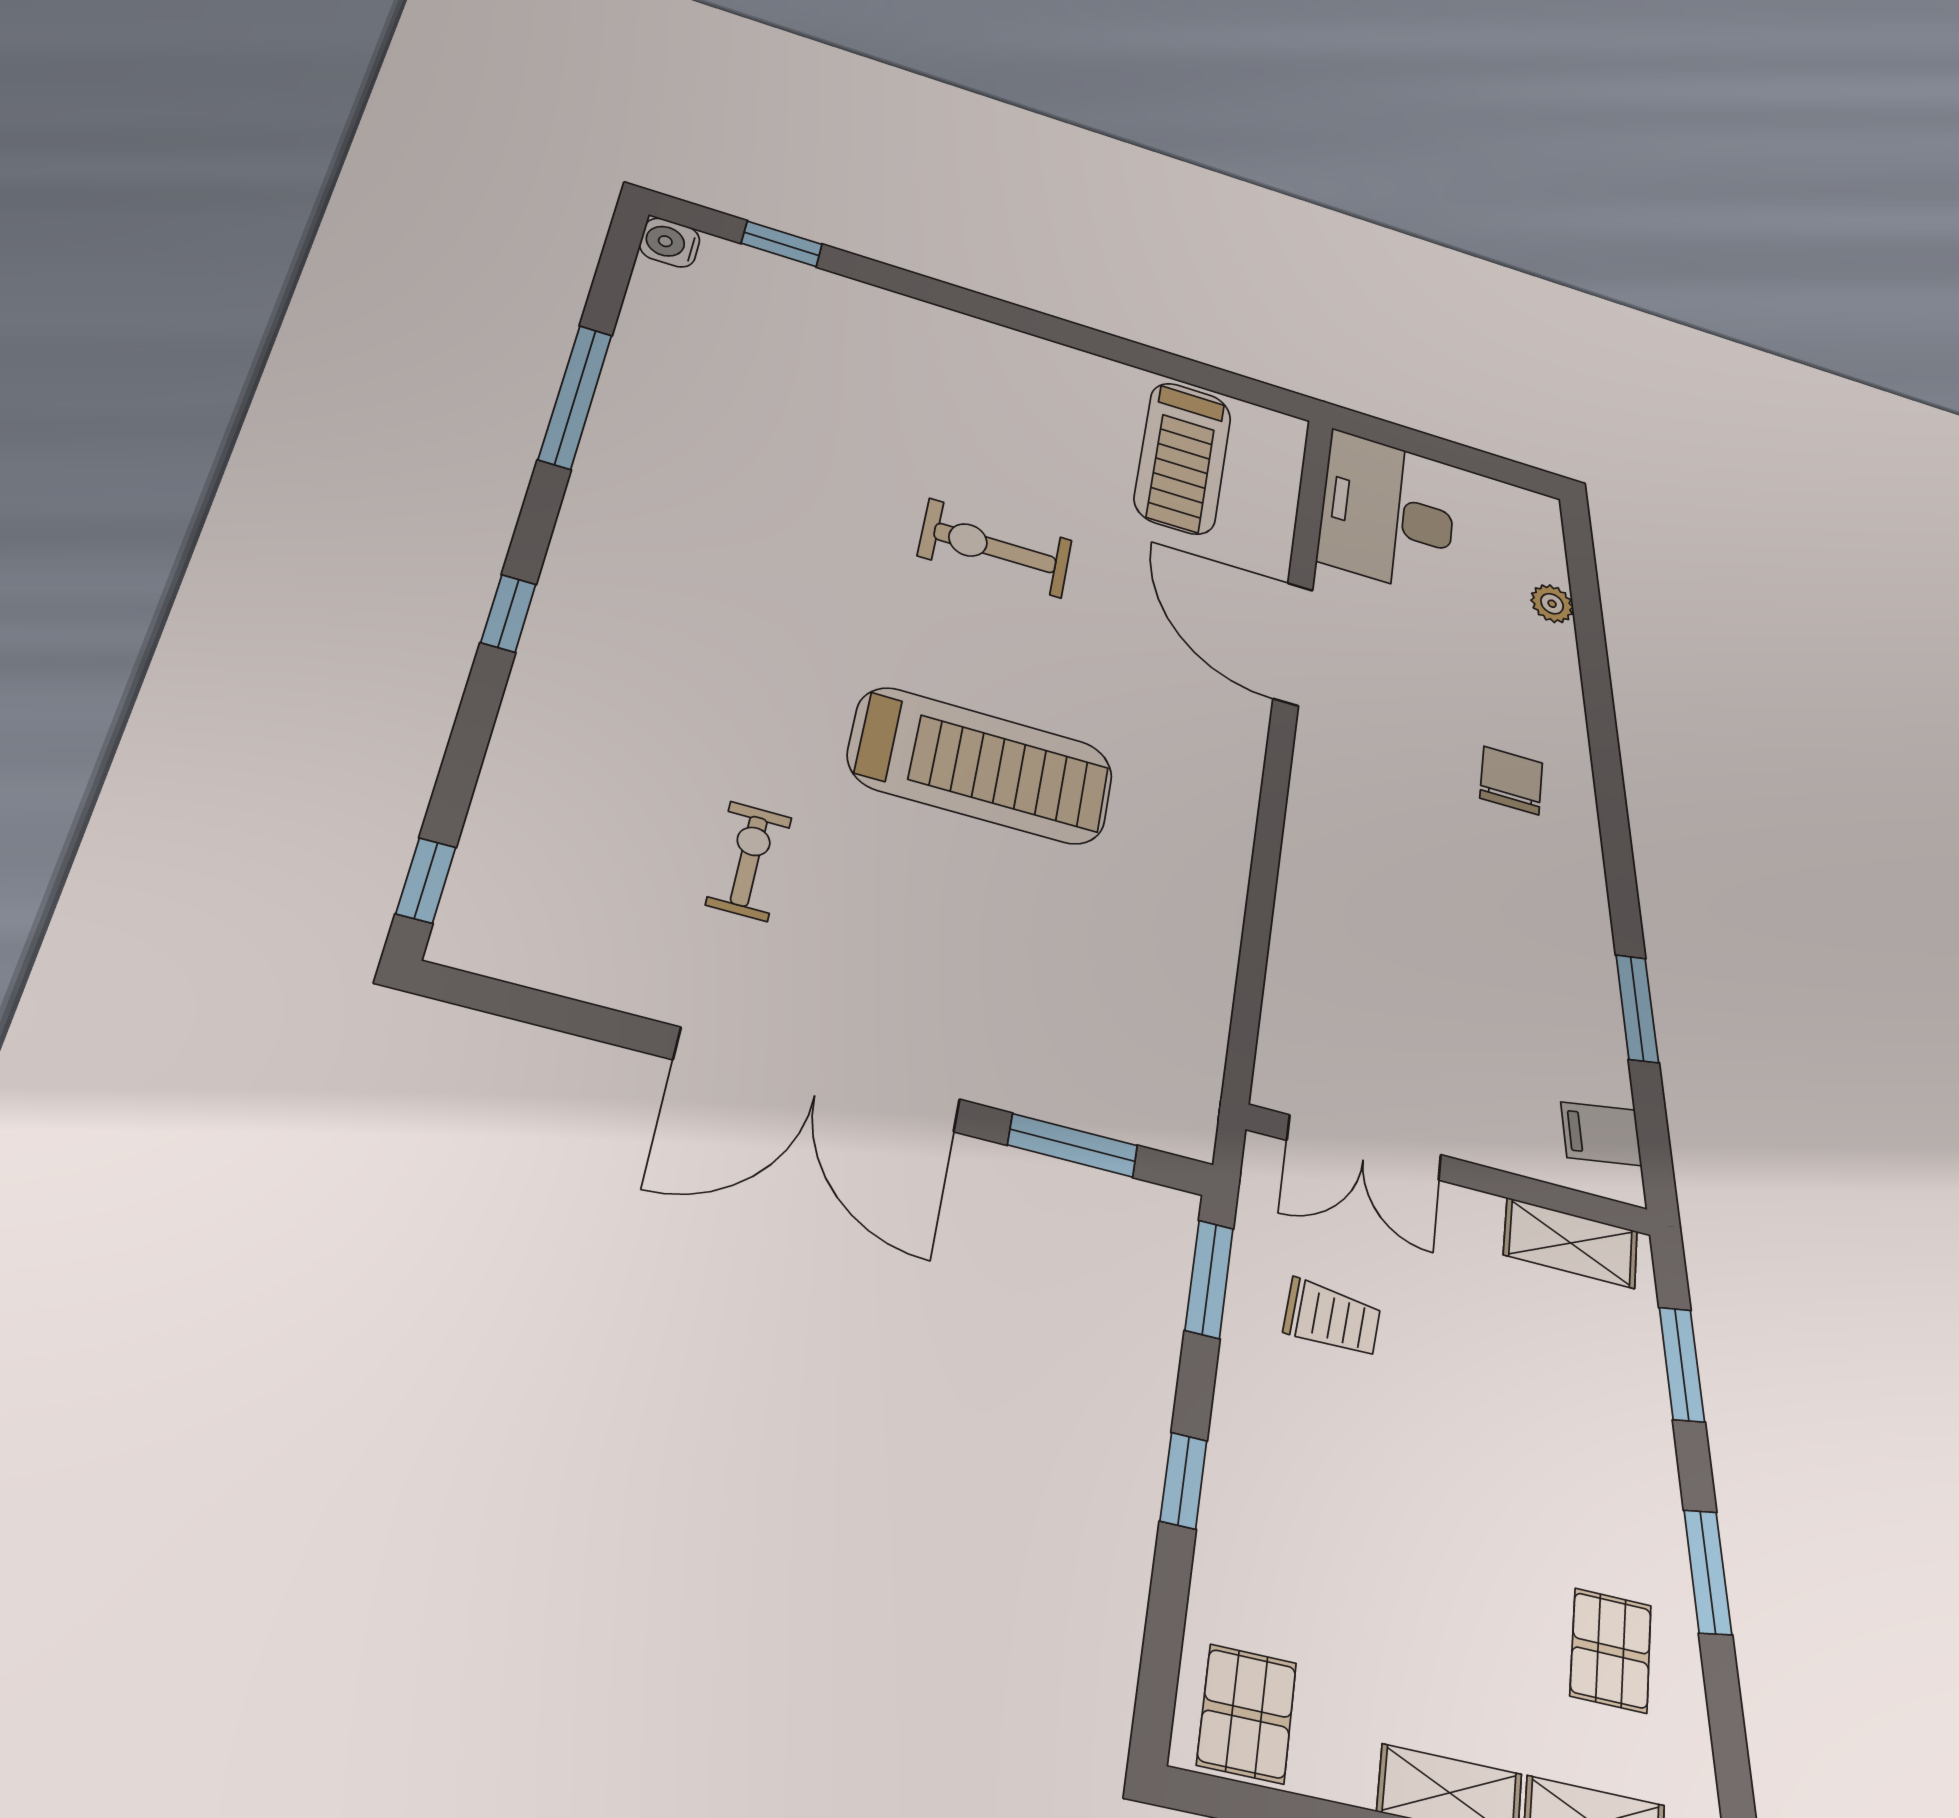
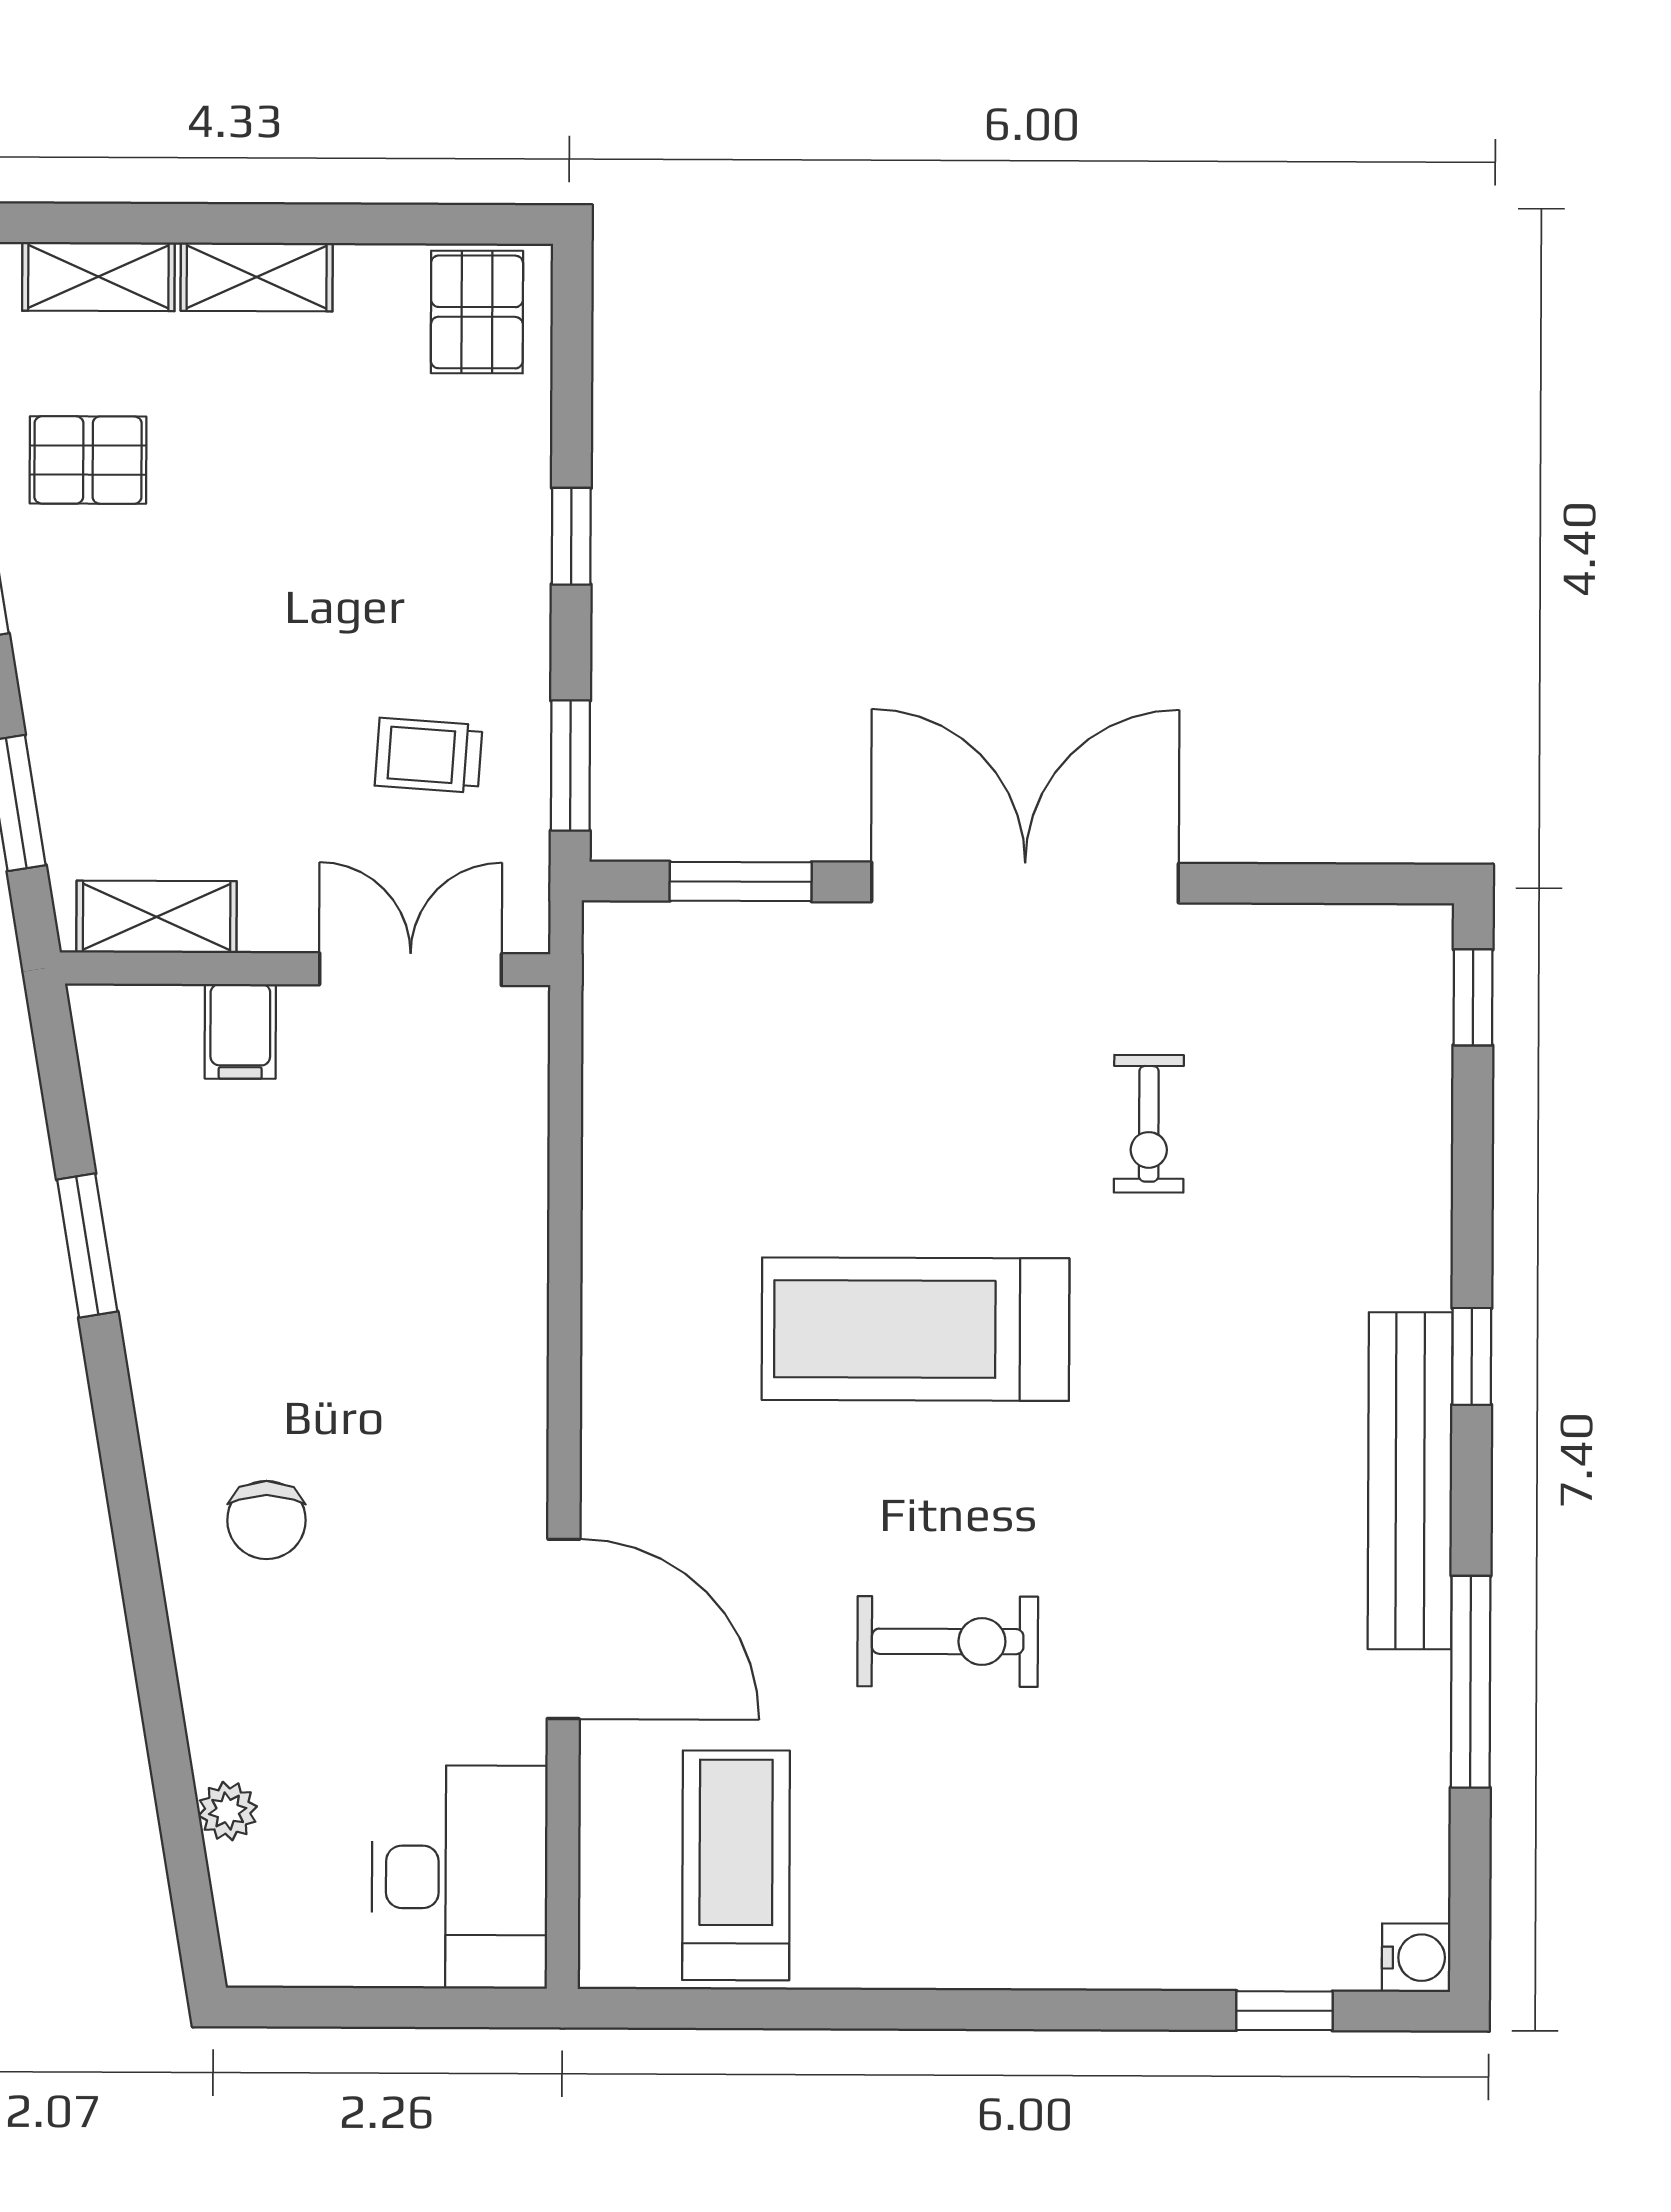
bench: (588, 543) -> (1410, 1481), added
filing cabinet: (1601, 1134) -> (240, 1031), moved, turned 99
pallet: (1611, 1650) -> (88, 460), turned 90

